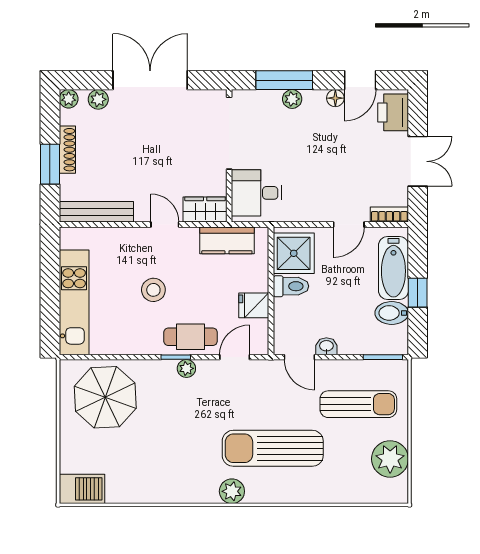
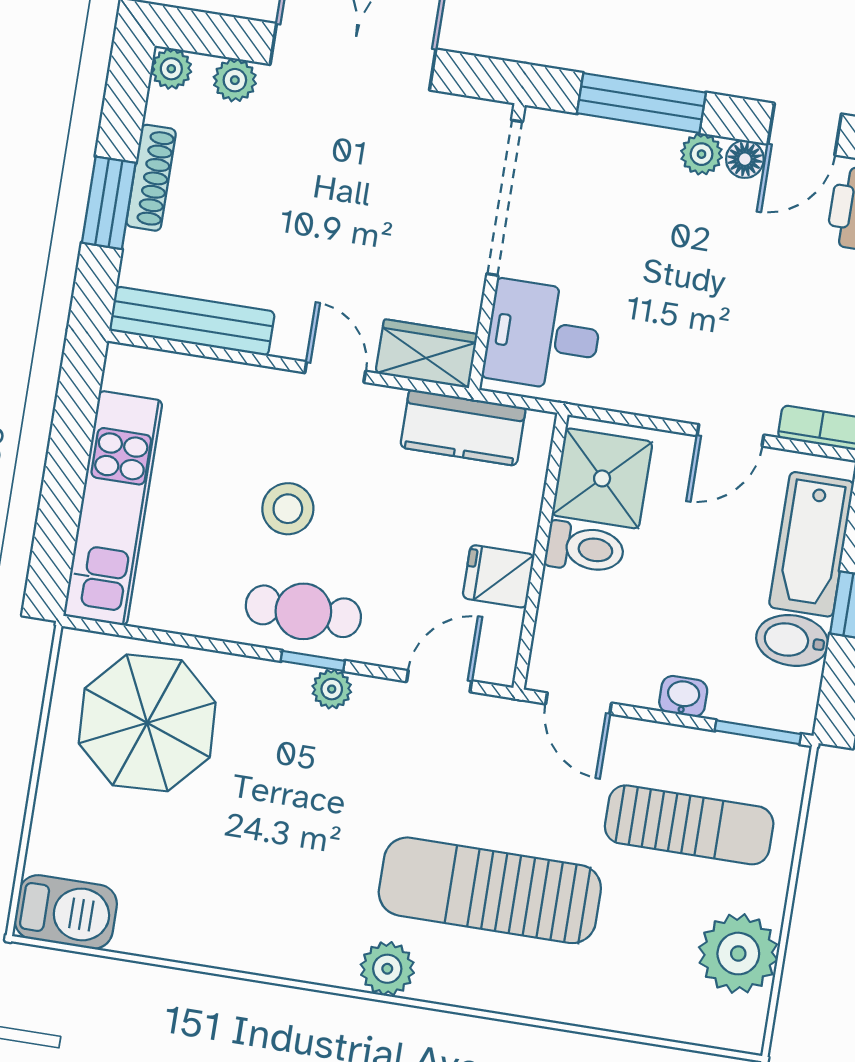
plant: (292, 99) -> (702, 154), moved
cafe table: (191, 337) -> (303, 611), moved
washbasin: (326, 346) -> (683, 696), moved

